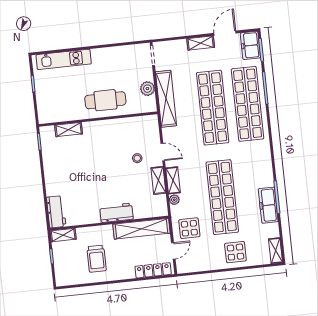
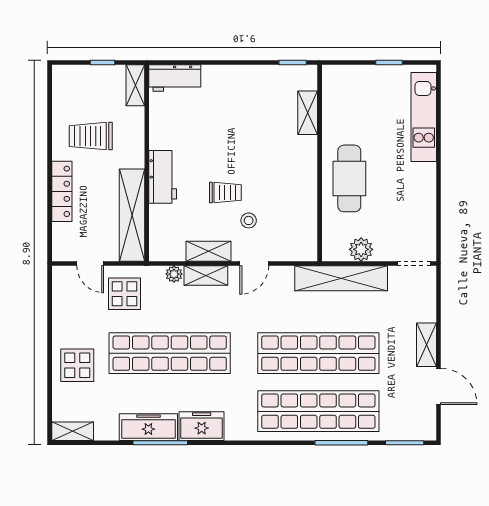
freezer: (250, 45) -> (202, 426), moved
trolley: (122, 174) -> (225, 192), added
locker: (153, 270) -> (62, 191), moved

